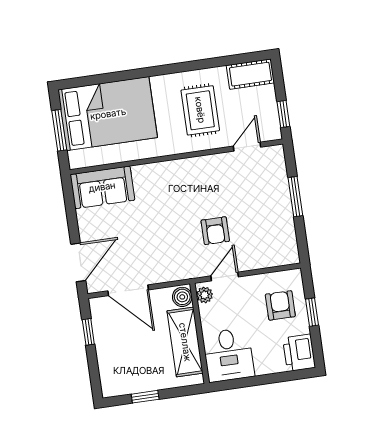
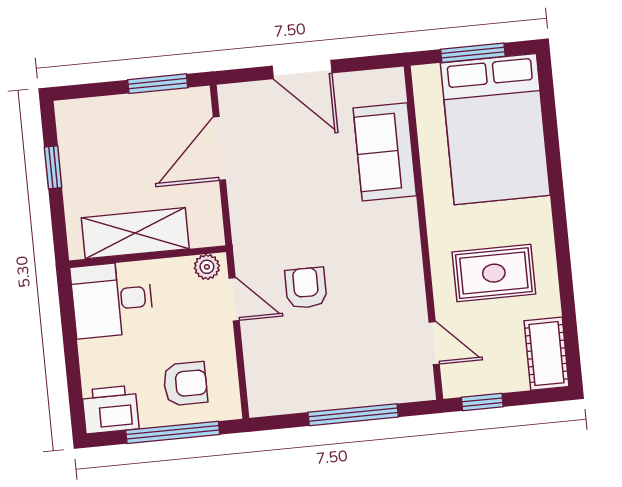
sofa: (102, 187) -> (385, 152), moved
window: (295, 197) -> (353, 415), width x1.44
armchair: (215, 231) -> (306, 288), turned 90
door: (78, 262) -> (302, 70), moved
boiler: (182, 297) -> (205, 232), removed
window: (312, 312) -> (173, 432), width x2.17
window: (88, 332) -> (158, 84), width x1.50

